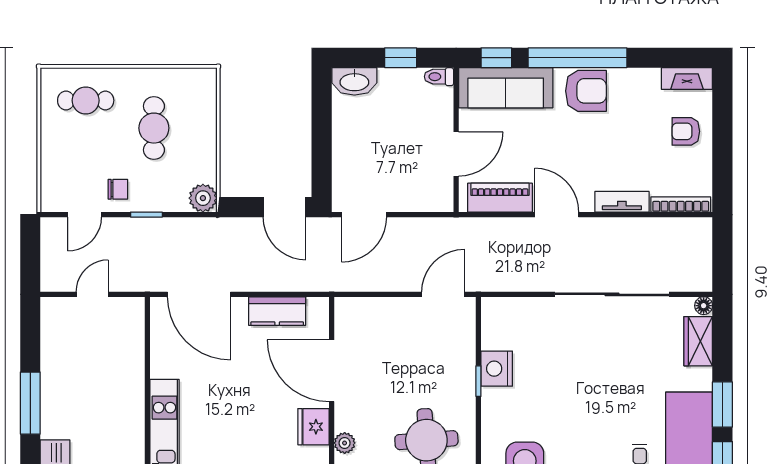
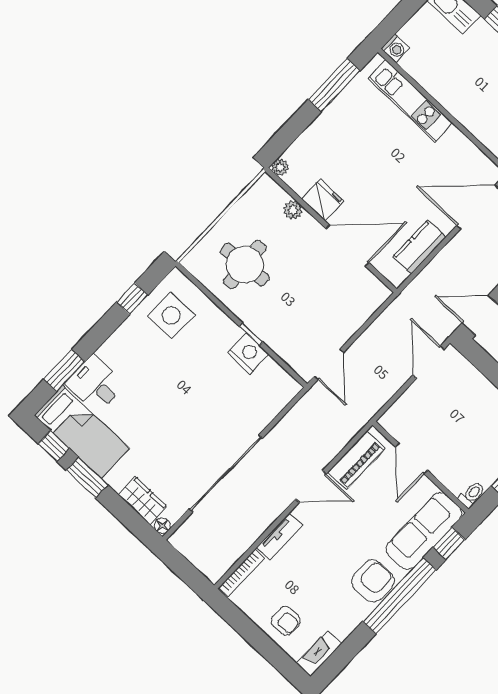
armchair: (586, 91) -> (373, 581), turned 180
armchair: (686, 131) -> (286, 621), turned 90

